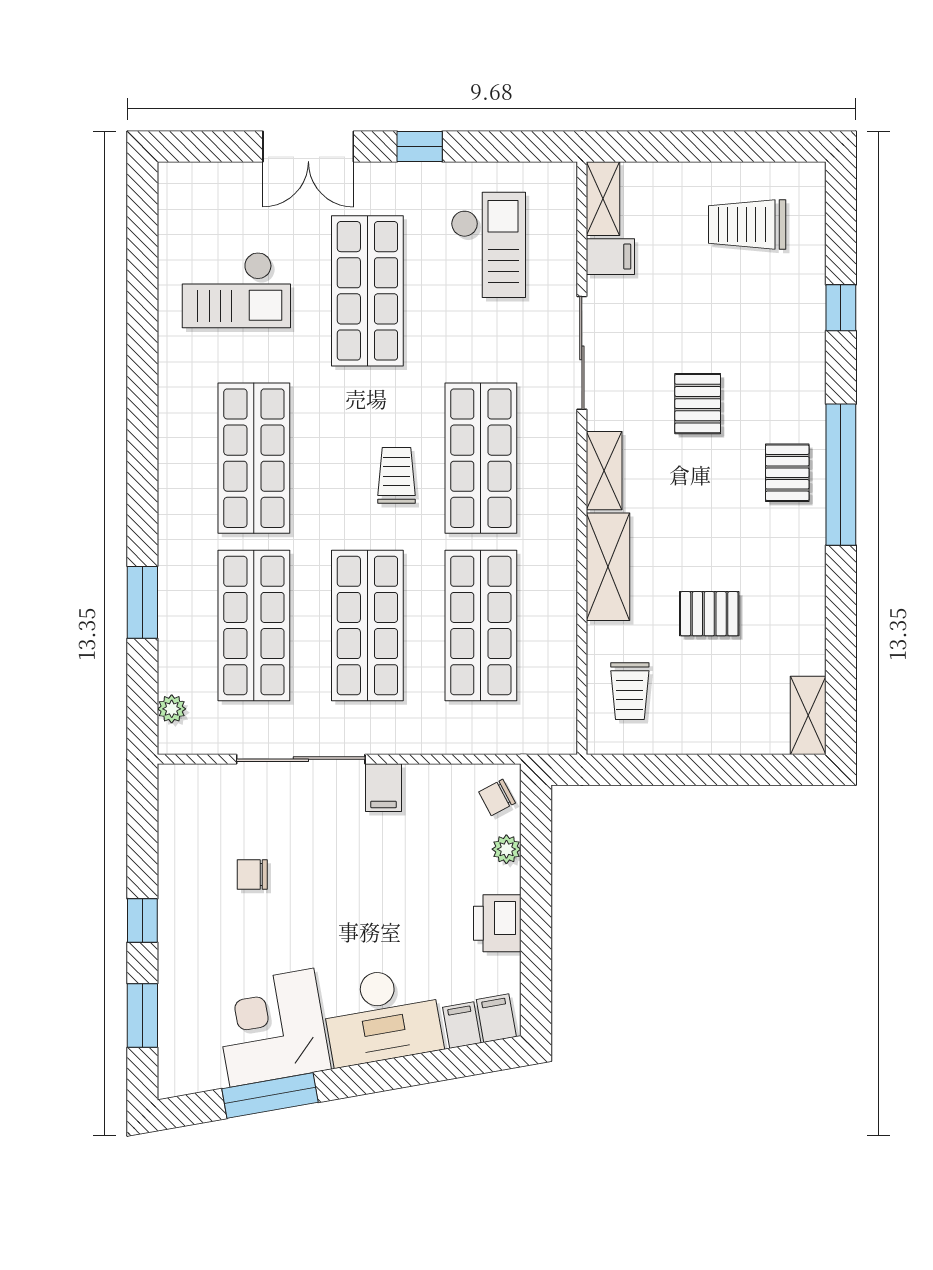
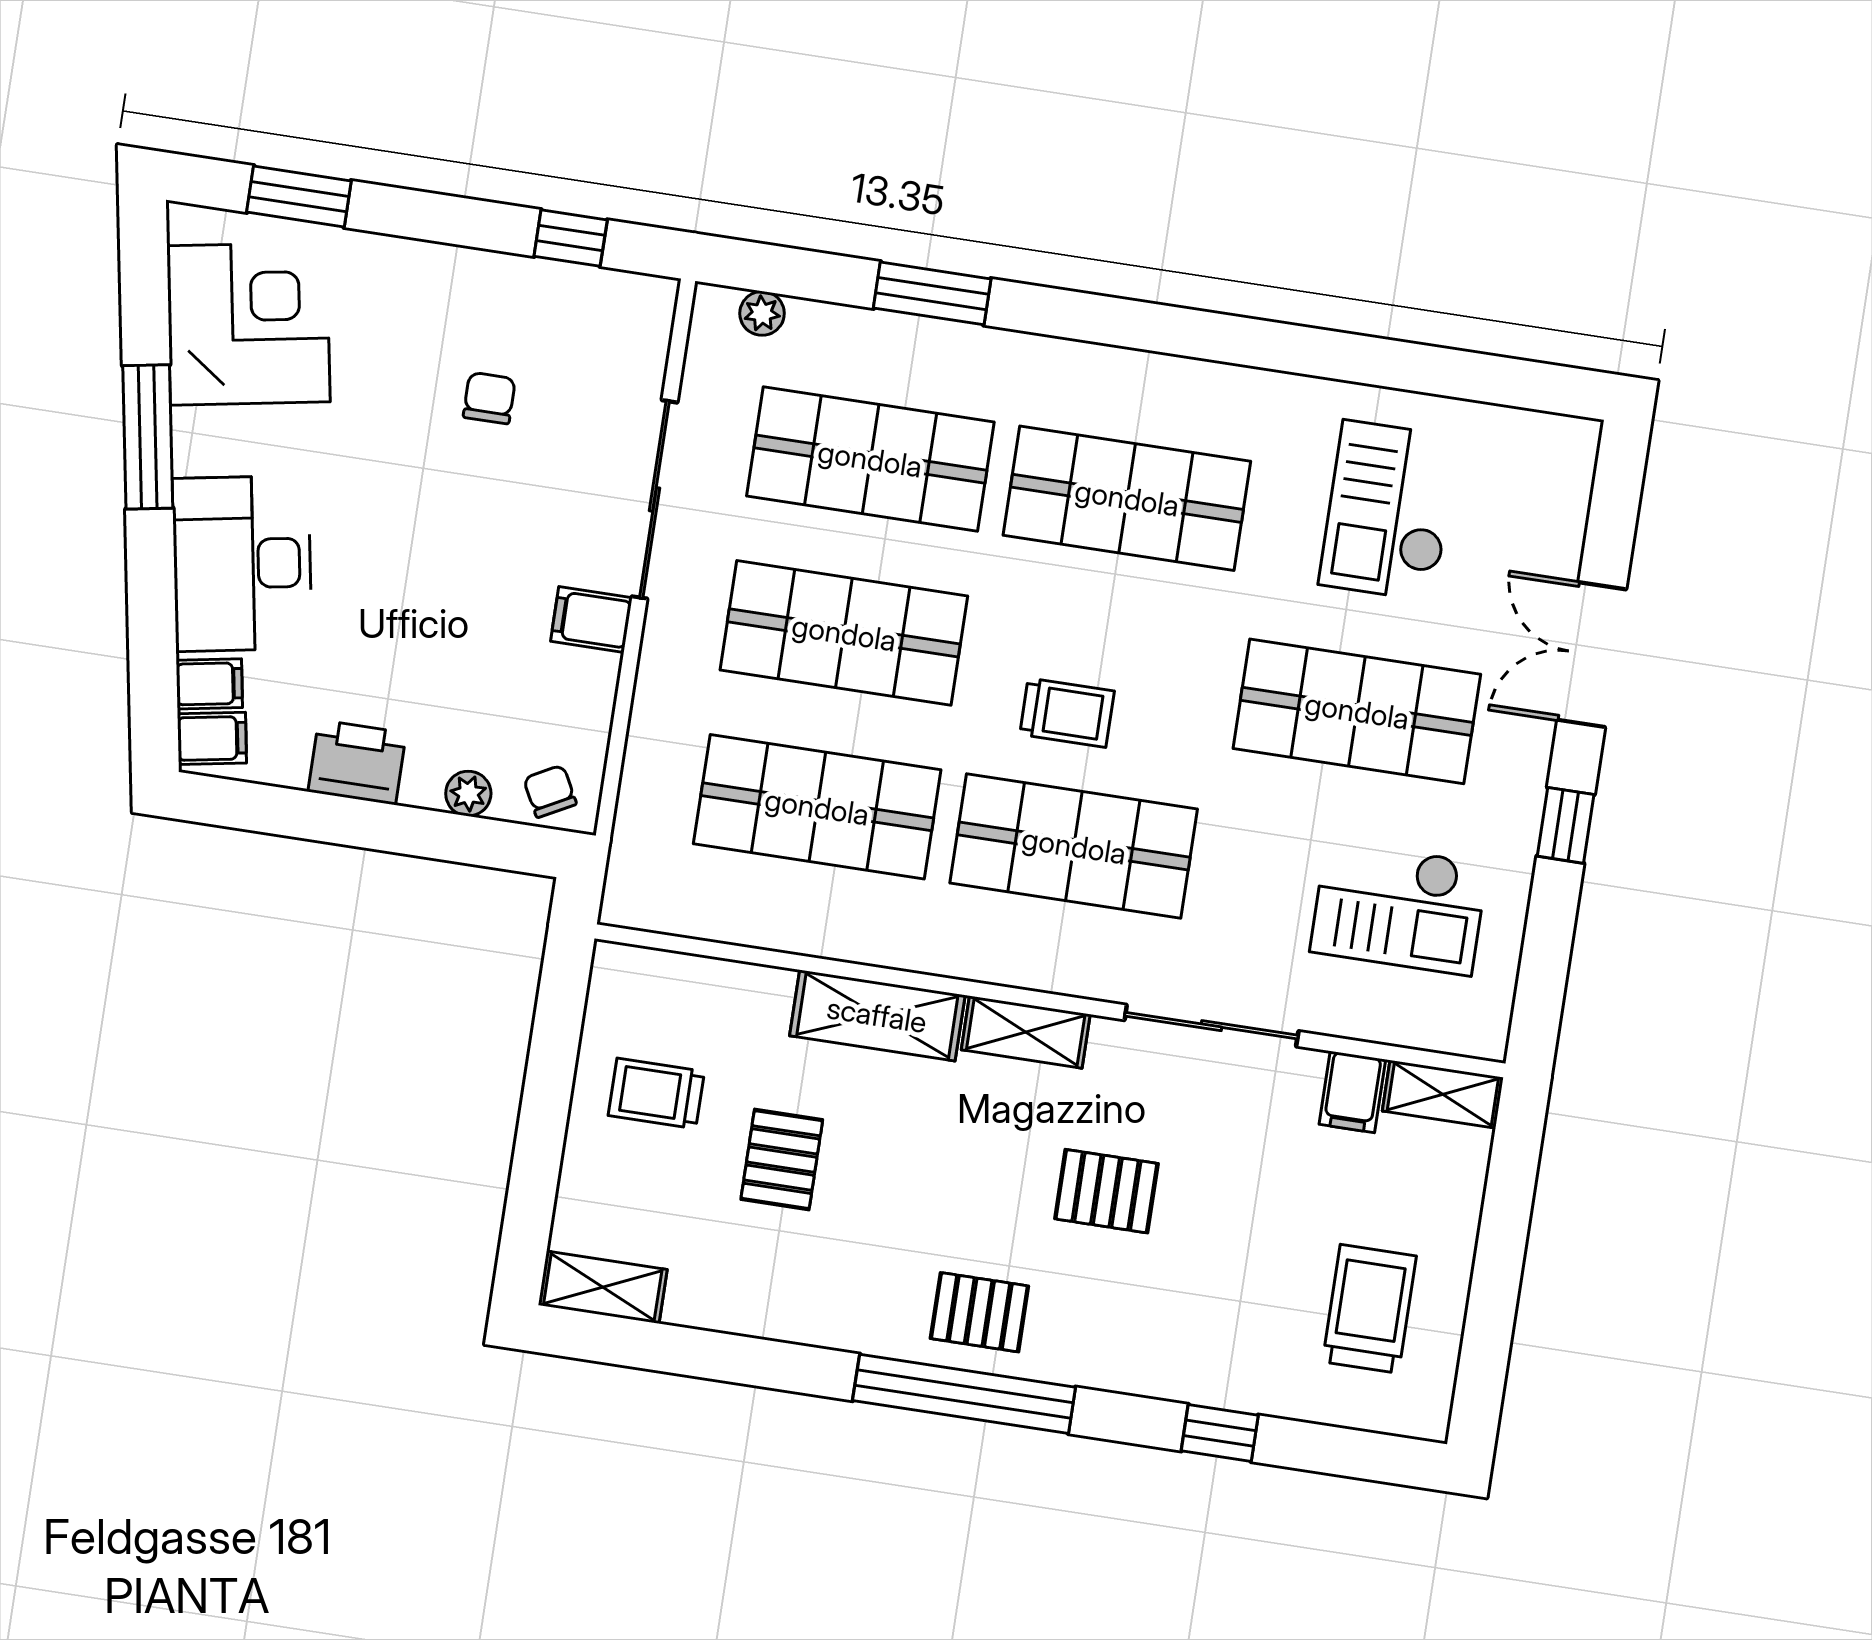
trolley: (630, 691) -> (656, 1093), moved
window: (142, 920) -> (571, 238), moved
corner desk: (272, 1028) -> (248, 324), moved
window: (270, 1096) -> (148, 437), moved

